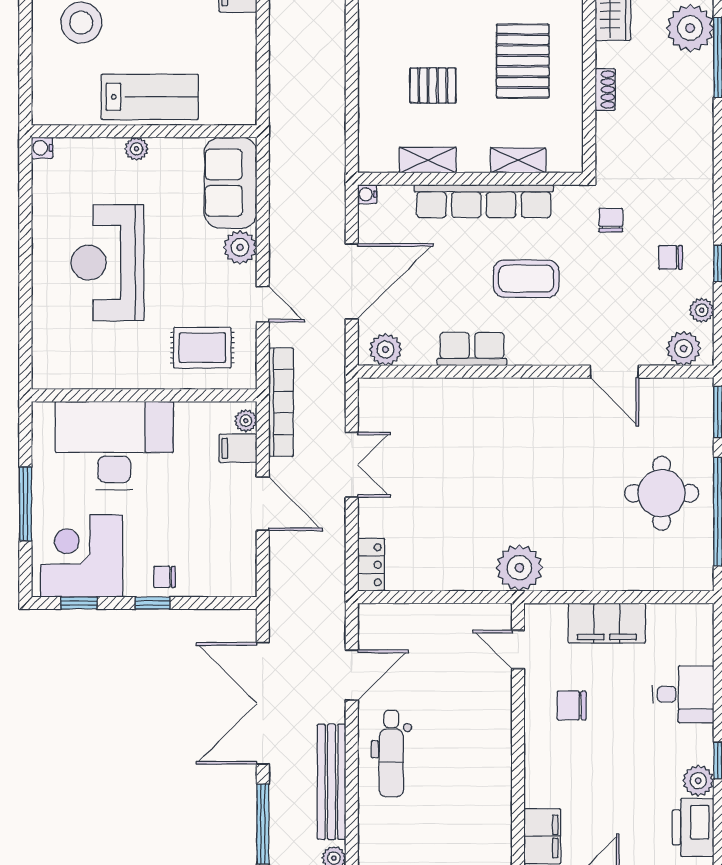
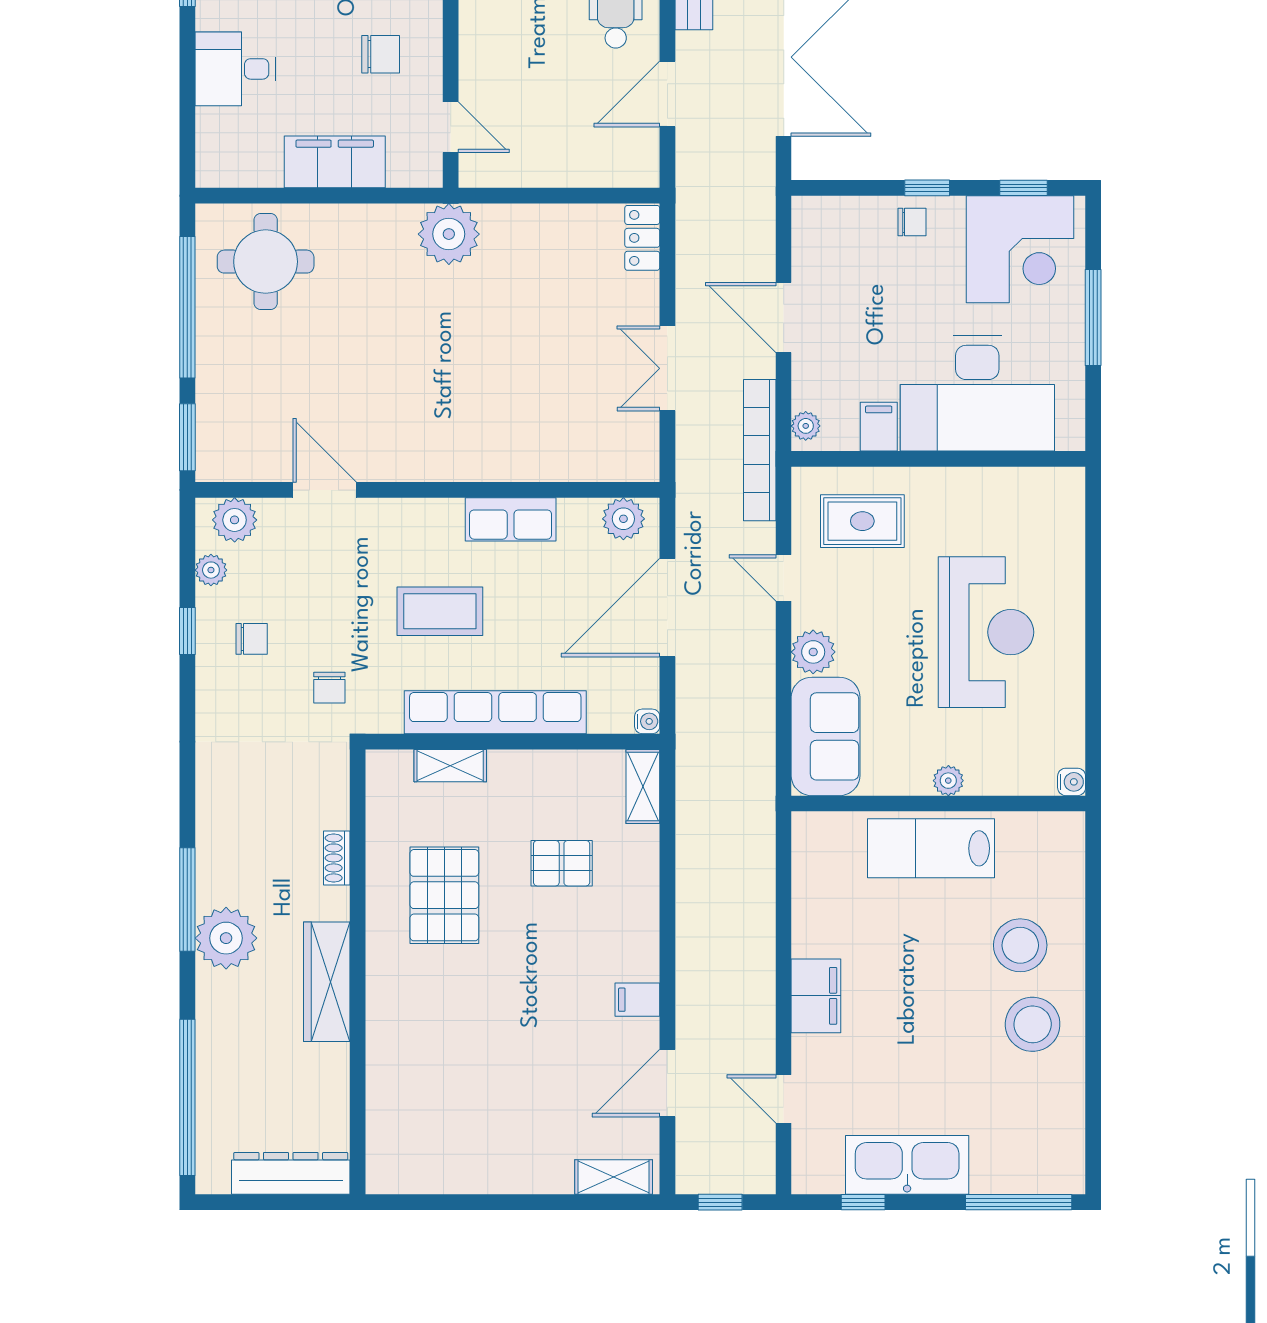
shelving: (428, 160) -> (643, 786), moved, turned 90
filing cabinet: (238, 448) -> (879, 427), moved, turned -90
round table: (662, 493) -> (266, 262), moved

